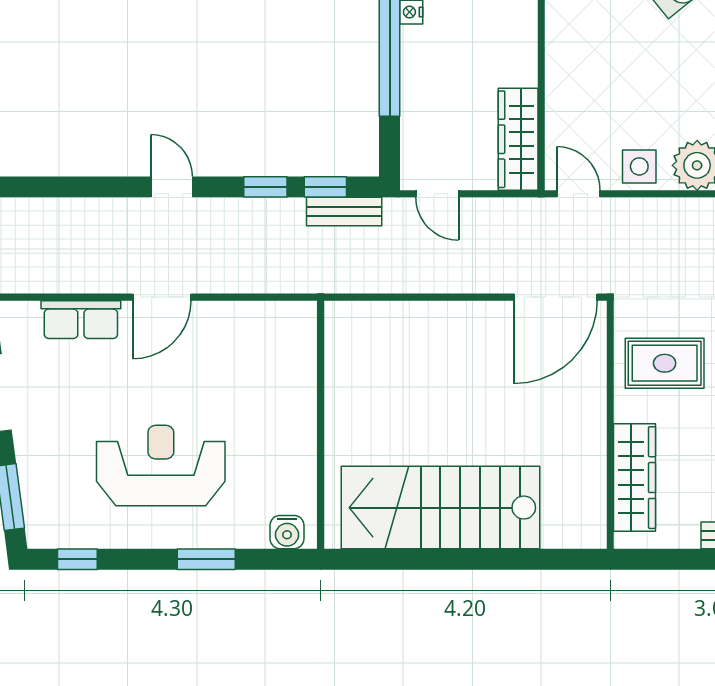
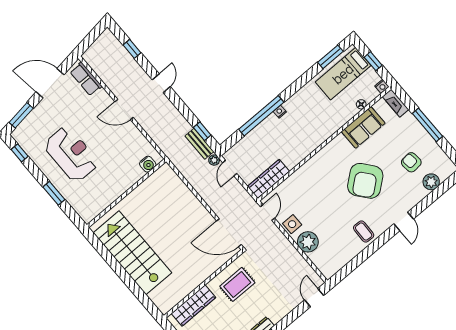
window: (265, 187) -> (132, 49), moved
plant: (397, 210) -> (214, 160), added
row of seats: (81, 320) -> (86, 79), moved
rug: (665, 363) -> (237, 284), turned 90
water cooler: (287, 532) -> (148, 164), moved, turned -90

